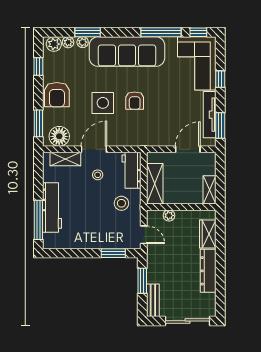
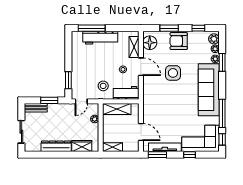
armchair: (135, 101) -> (175, 95), removed
window: (38, 123) -> (169, 28), moved
sliding door: (187, 321) -> (21, 132), width x0.73

